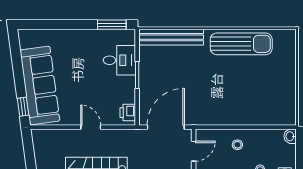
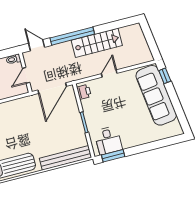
desk: (119, 60) -> (108, 140), moved, turned -90
door: (91, 127) -> (109, 74), swing flipped

